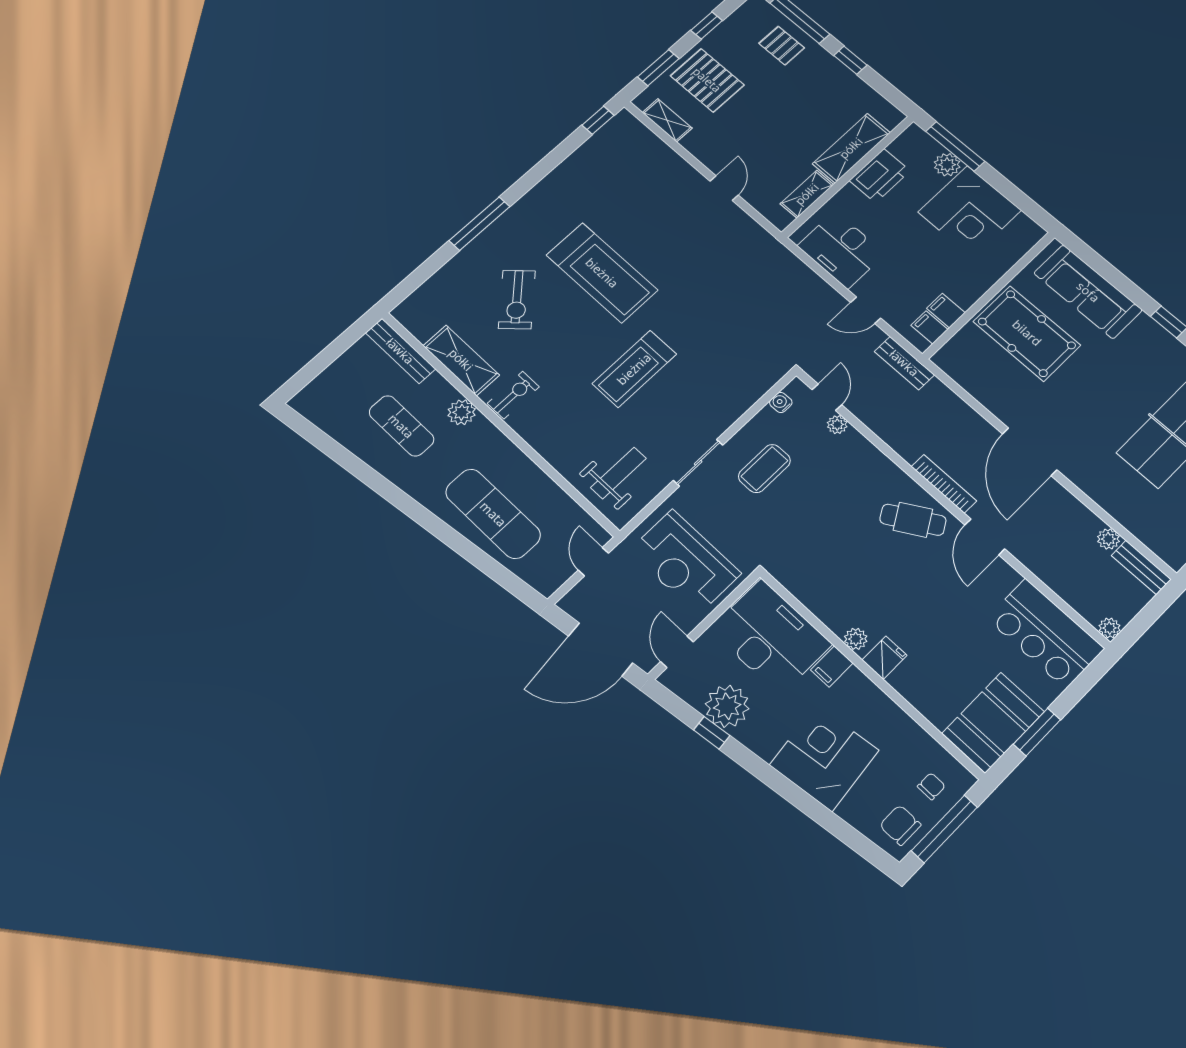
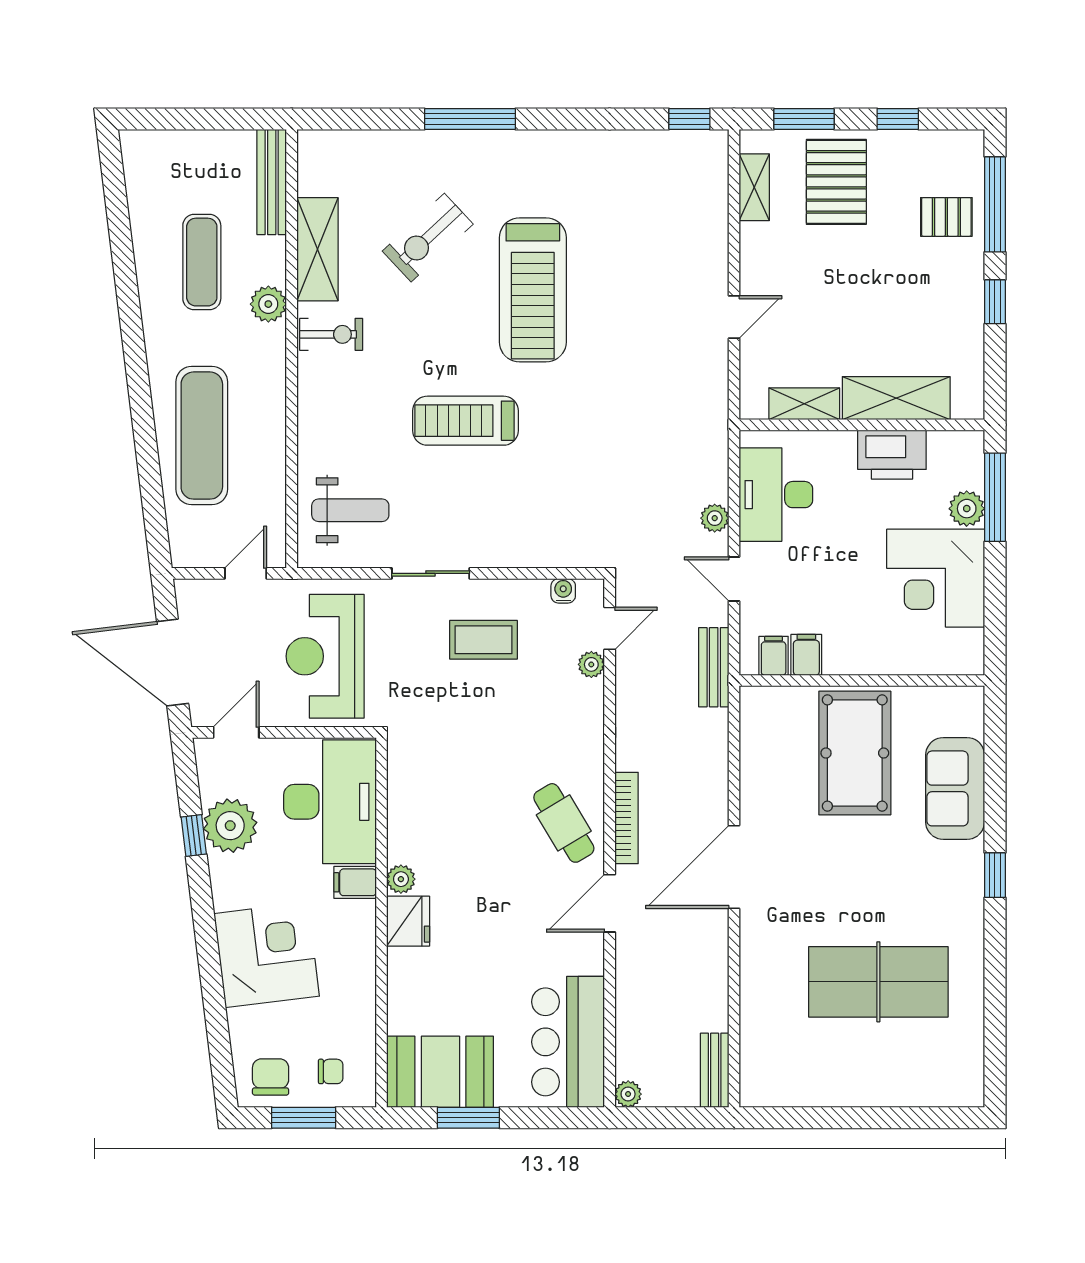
pallet: (782, 46) -> (946, 217), turned 90
sofa: (1088, 292) -> (955, 788), width x0.73
plant: (1108, 539) -> (715, 518), moved
fridge: (885, 658) -> (408, 921), width x1.38
window: (944, 829) -> (304, 1118), width x0.69

